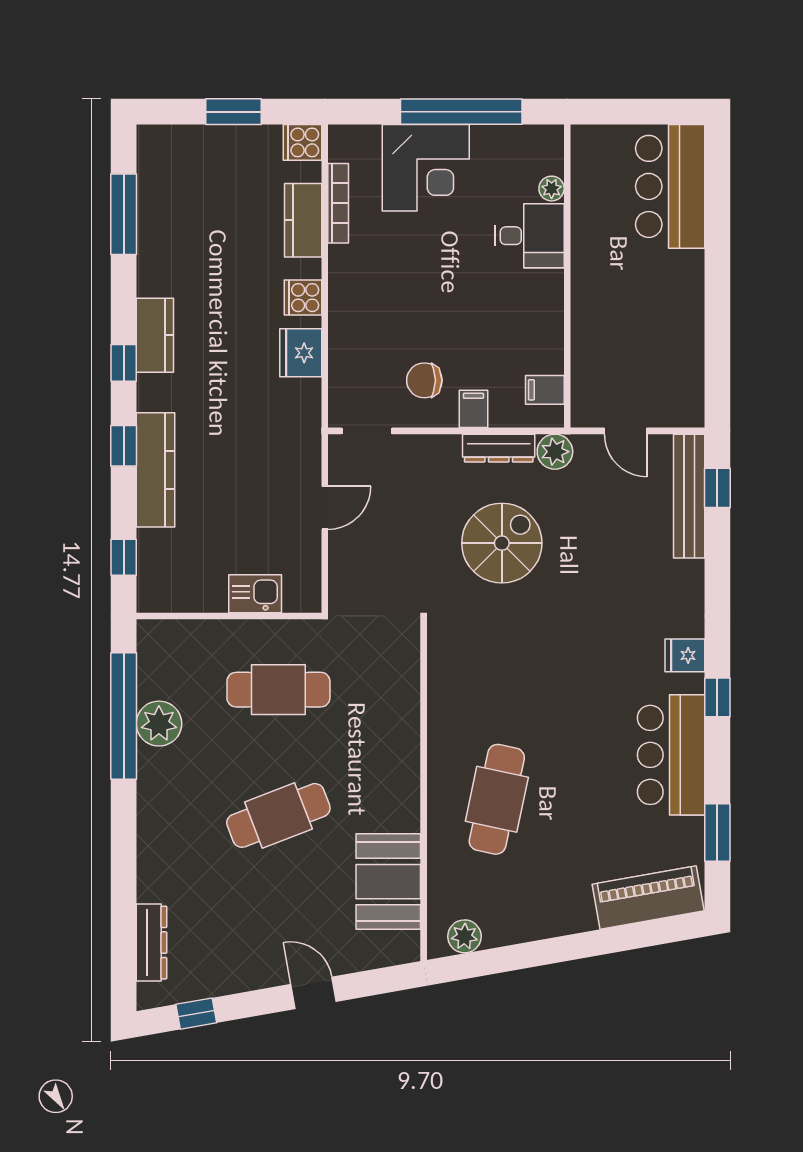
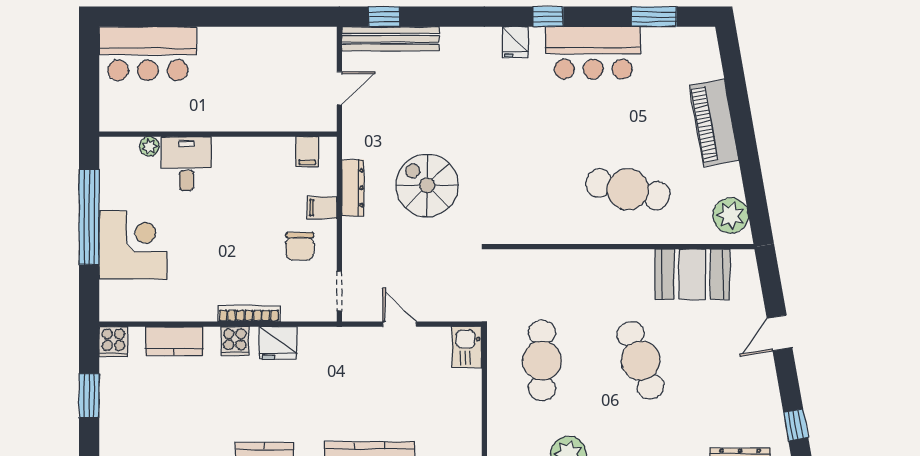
bookcase: (338, 203) -> (249, 314), moved
plant: (555, 452) -> (356, 144), removed
kitchen sink: (255, 594) -> (467, 347), moved
piano: (648, 897) -> (714, 123), moved
plant: (464, 936) -> (731, 216), width x1.36, depth x1.36

